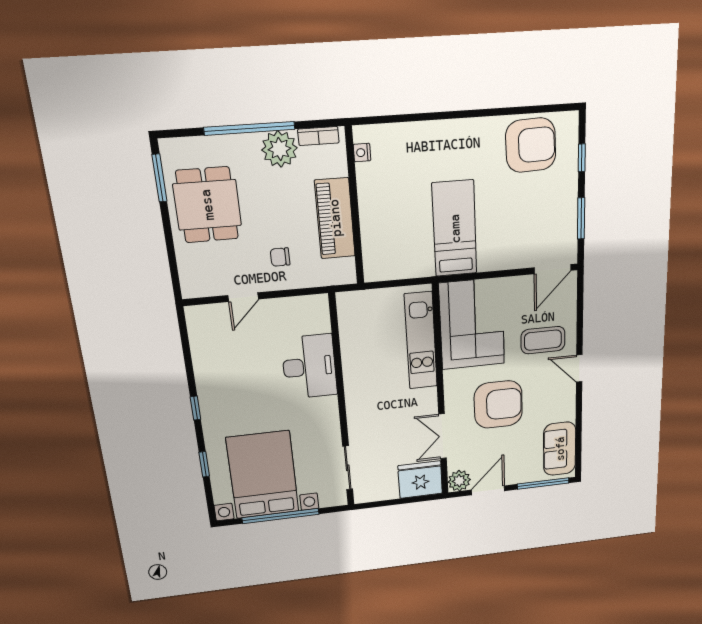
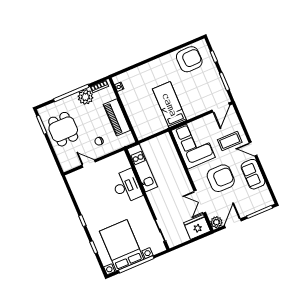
door: (243, 297) -> (89, 164), swing flipped
kitchen unit: (421, 341) -> (142, 168), moved, turned 180
sofa: (560, 449) -> (253, 174), moved

